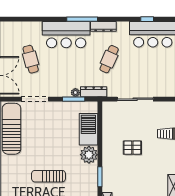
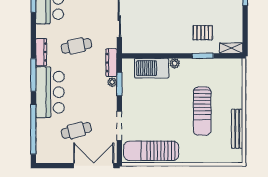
window: (32, 19) -> (33, 129), added
cafe table: (109, 59) -> (76, 46), turned -36
pallet: (132, 148) -> (203, 33), moved, turned 90
plant: (89, 155) -> (175, 63), width x0.53, depth x0.53
sun lounger: (49, 176) -> (202, 111), width x1.36, depth x1.34

